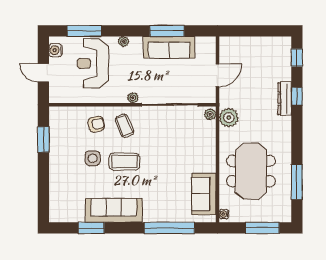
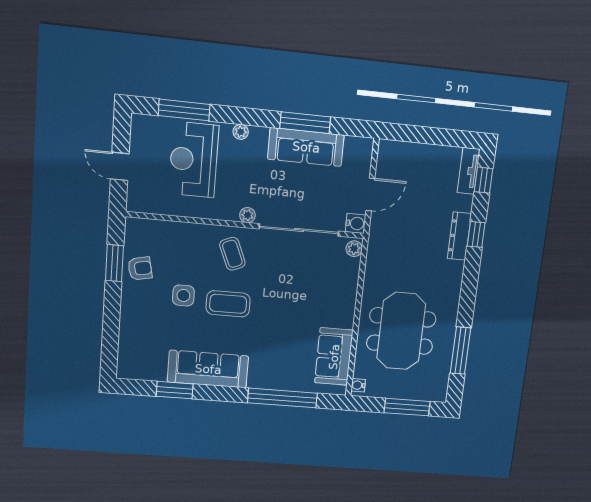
water cooler: (56, 50) -> (356, 223), moved, turned 180
tv unit: (285, 52) -> (469, 171), added
plant: (229, 118) -> (379, 255), removed
armchair: (96, 124) -> (140, 268), moved

